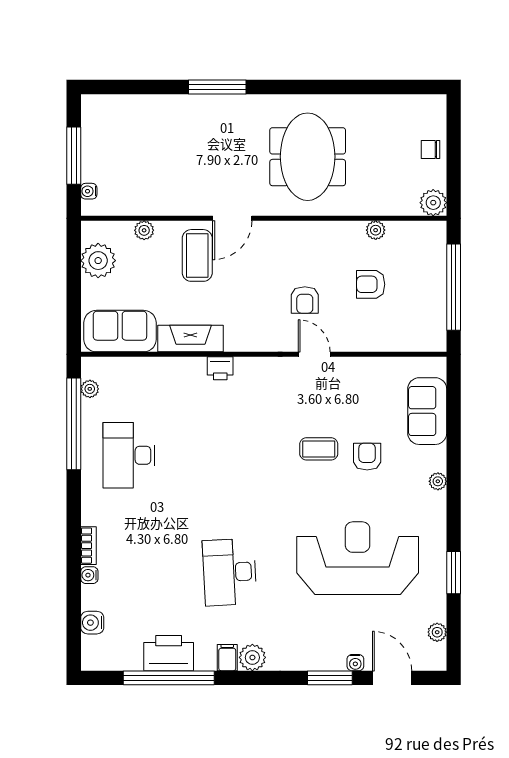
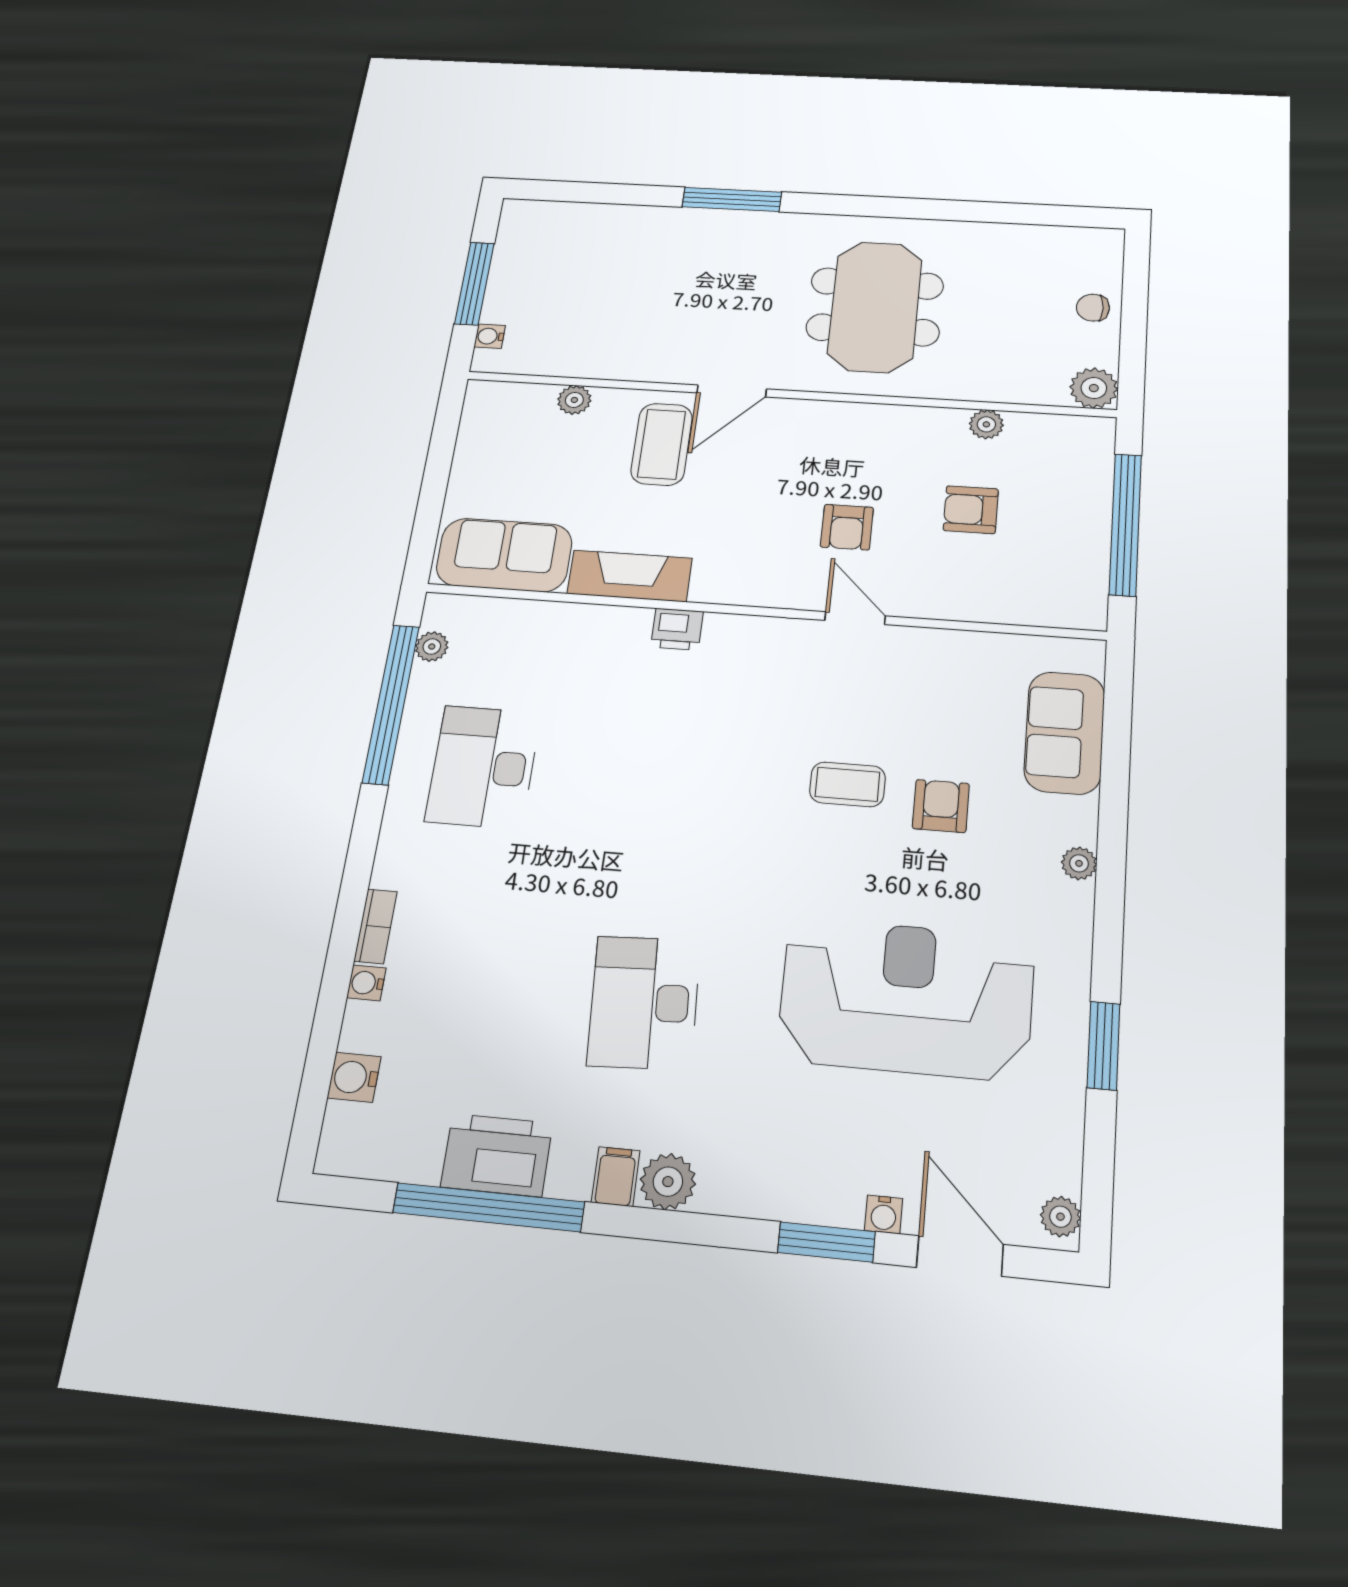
plant: (98, 261) -> (486, 441), removed
plant: (437, 632) -> (1060, 1217), moved

